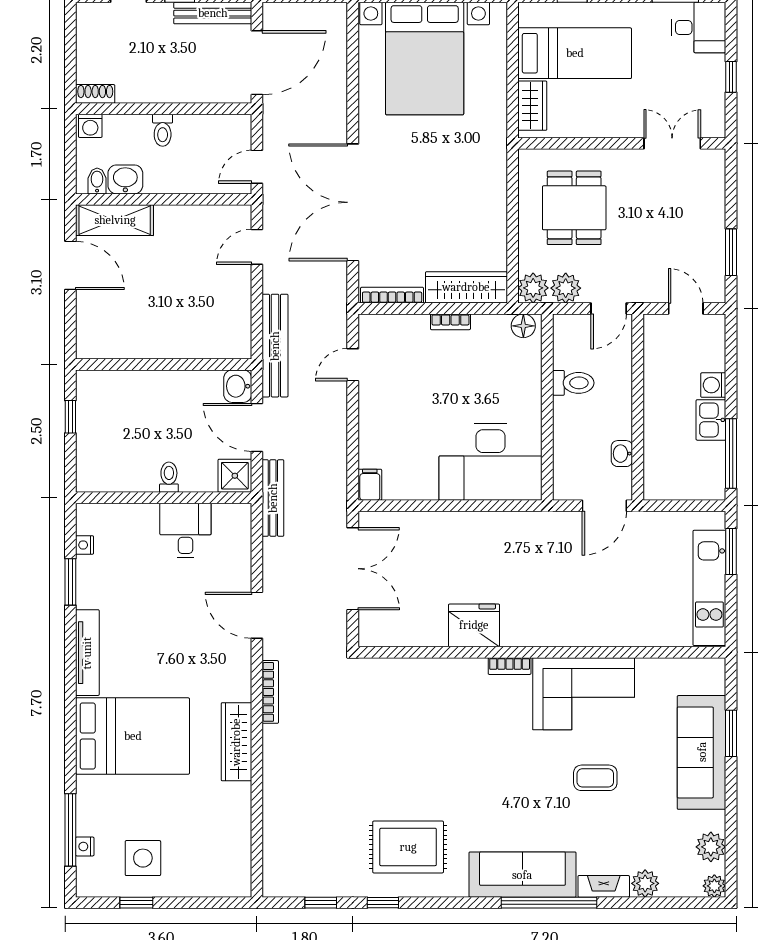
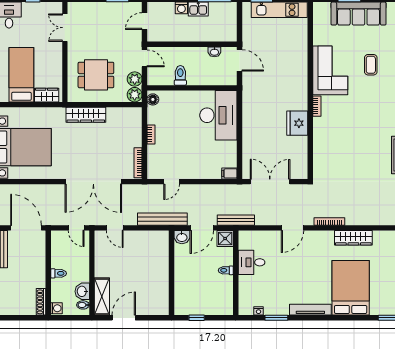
shoe rack: (95, 94) -> (41, 302), width x1.43
wardrobe: (466, 287) -> (86, 115), moved, turned -90
door: (353, 365) -> (172, 182), hinge flipped

